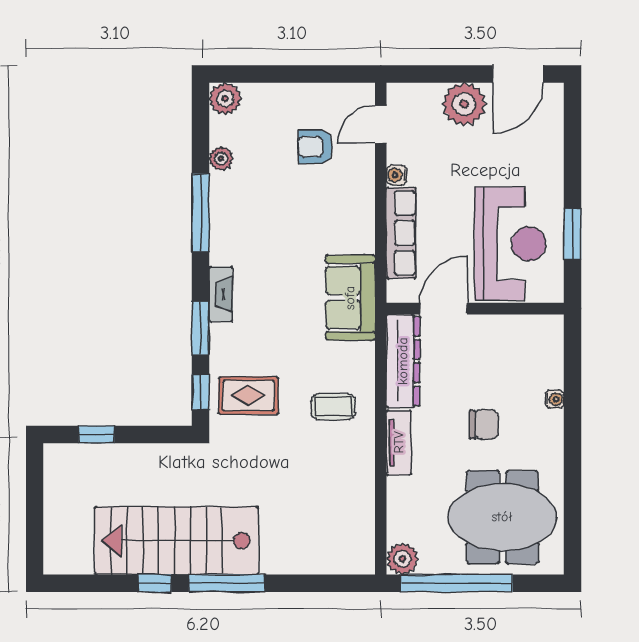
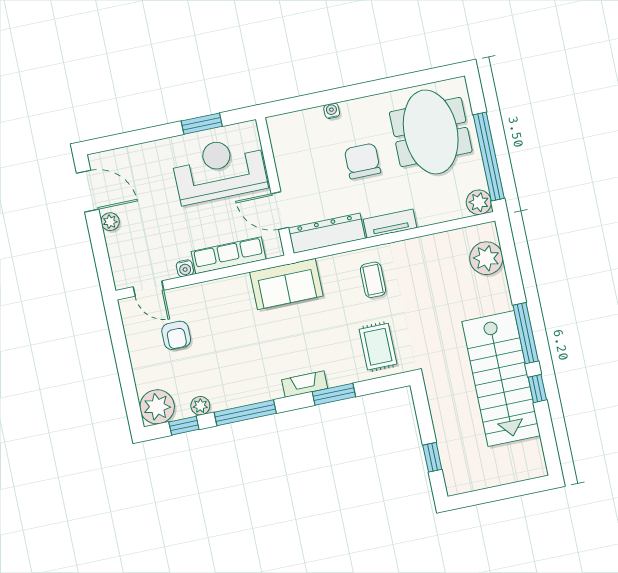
plant: (225, 99) -> (157, 407), width x1.36, depth x1.36
plant: (464, 104) -> (110, 222), width x0.53, depth x0.53
window: (201, 392) -> (184, 426), moved
chair: (484, 424) -> (362, 161), width x1.37, depth x1.37
plant: (331, 554) -> (486, 258), added

